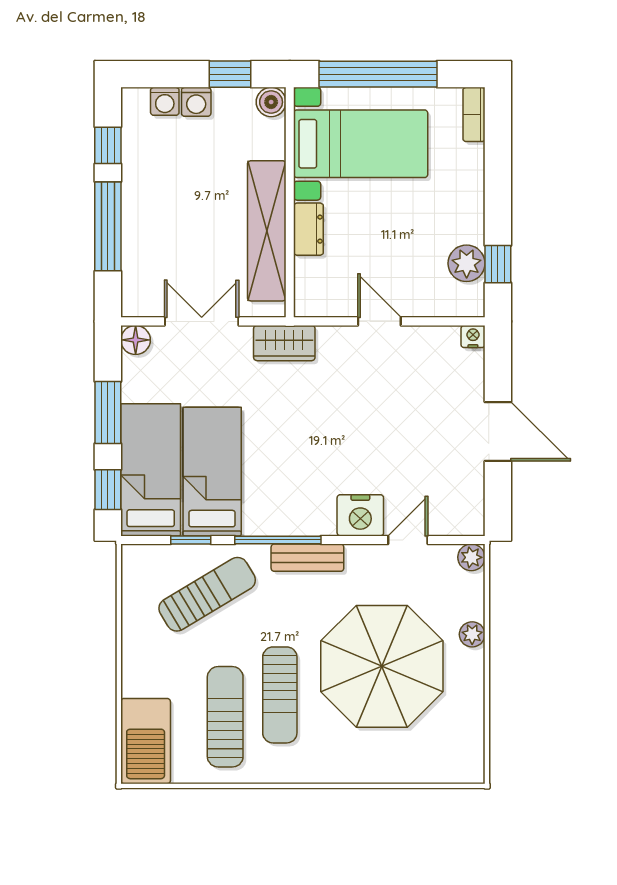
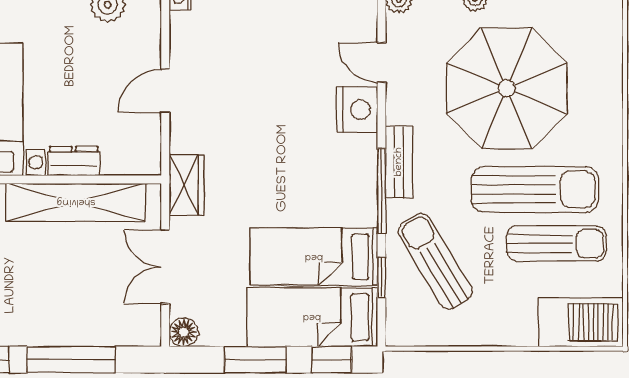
sun lounger: (280, 695) -> (535, 189), width x1.36, depth x1.34
sun lounger: (225, 717) -> (557, 243), turned 180

